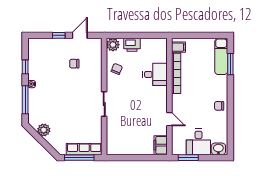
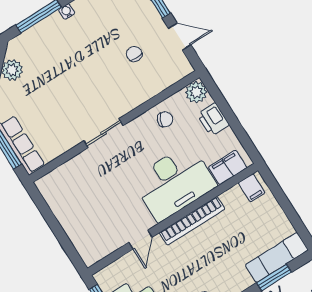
bookcase: (176, 73) -> (192, 221), moved
desk: (155, 74) -> (174, 183), width x1.87, depth x1.30
filing cabinet: (161, 145) -> (228, 167), moved

